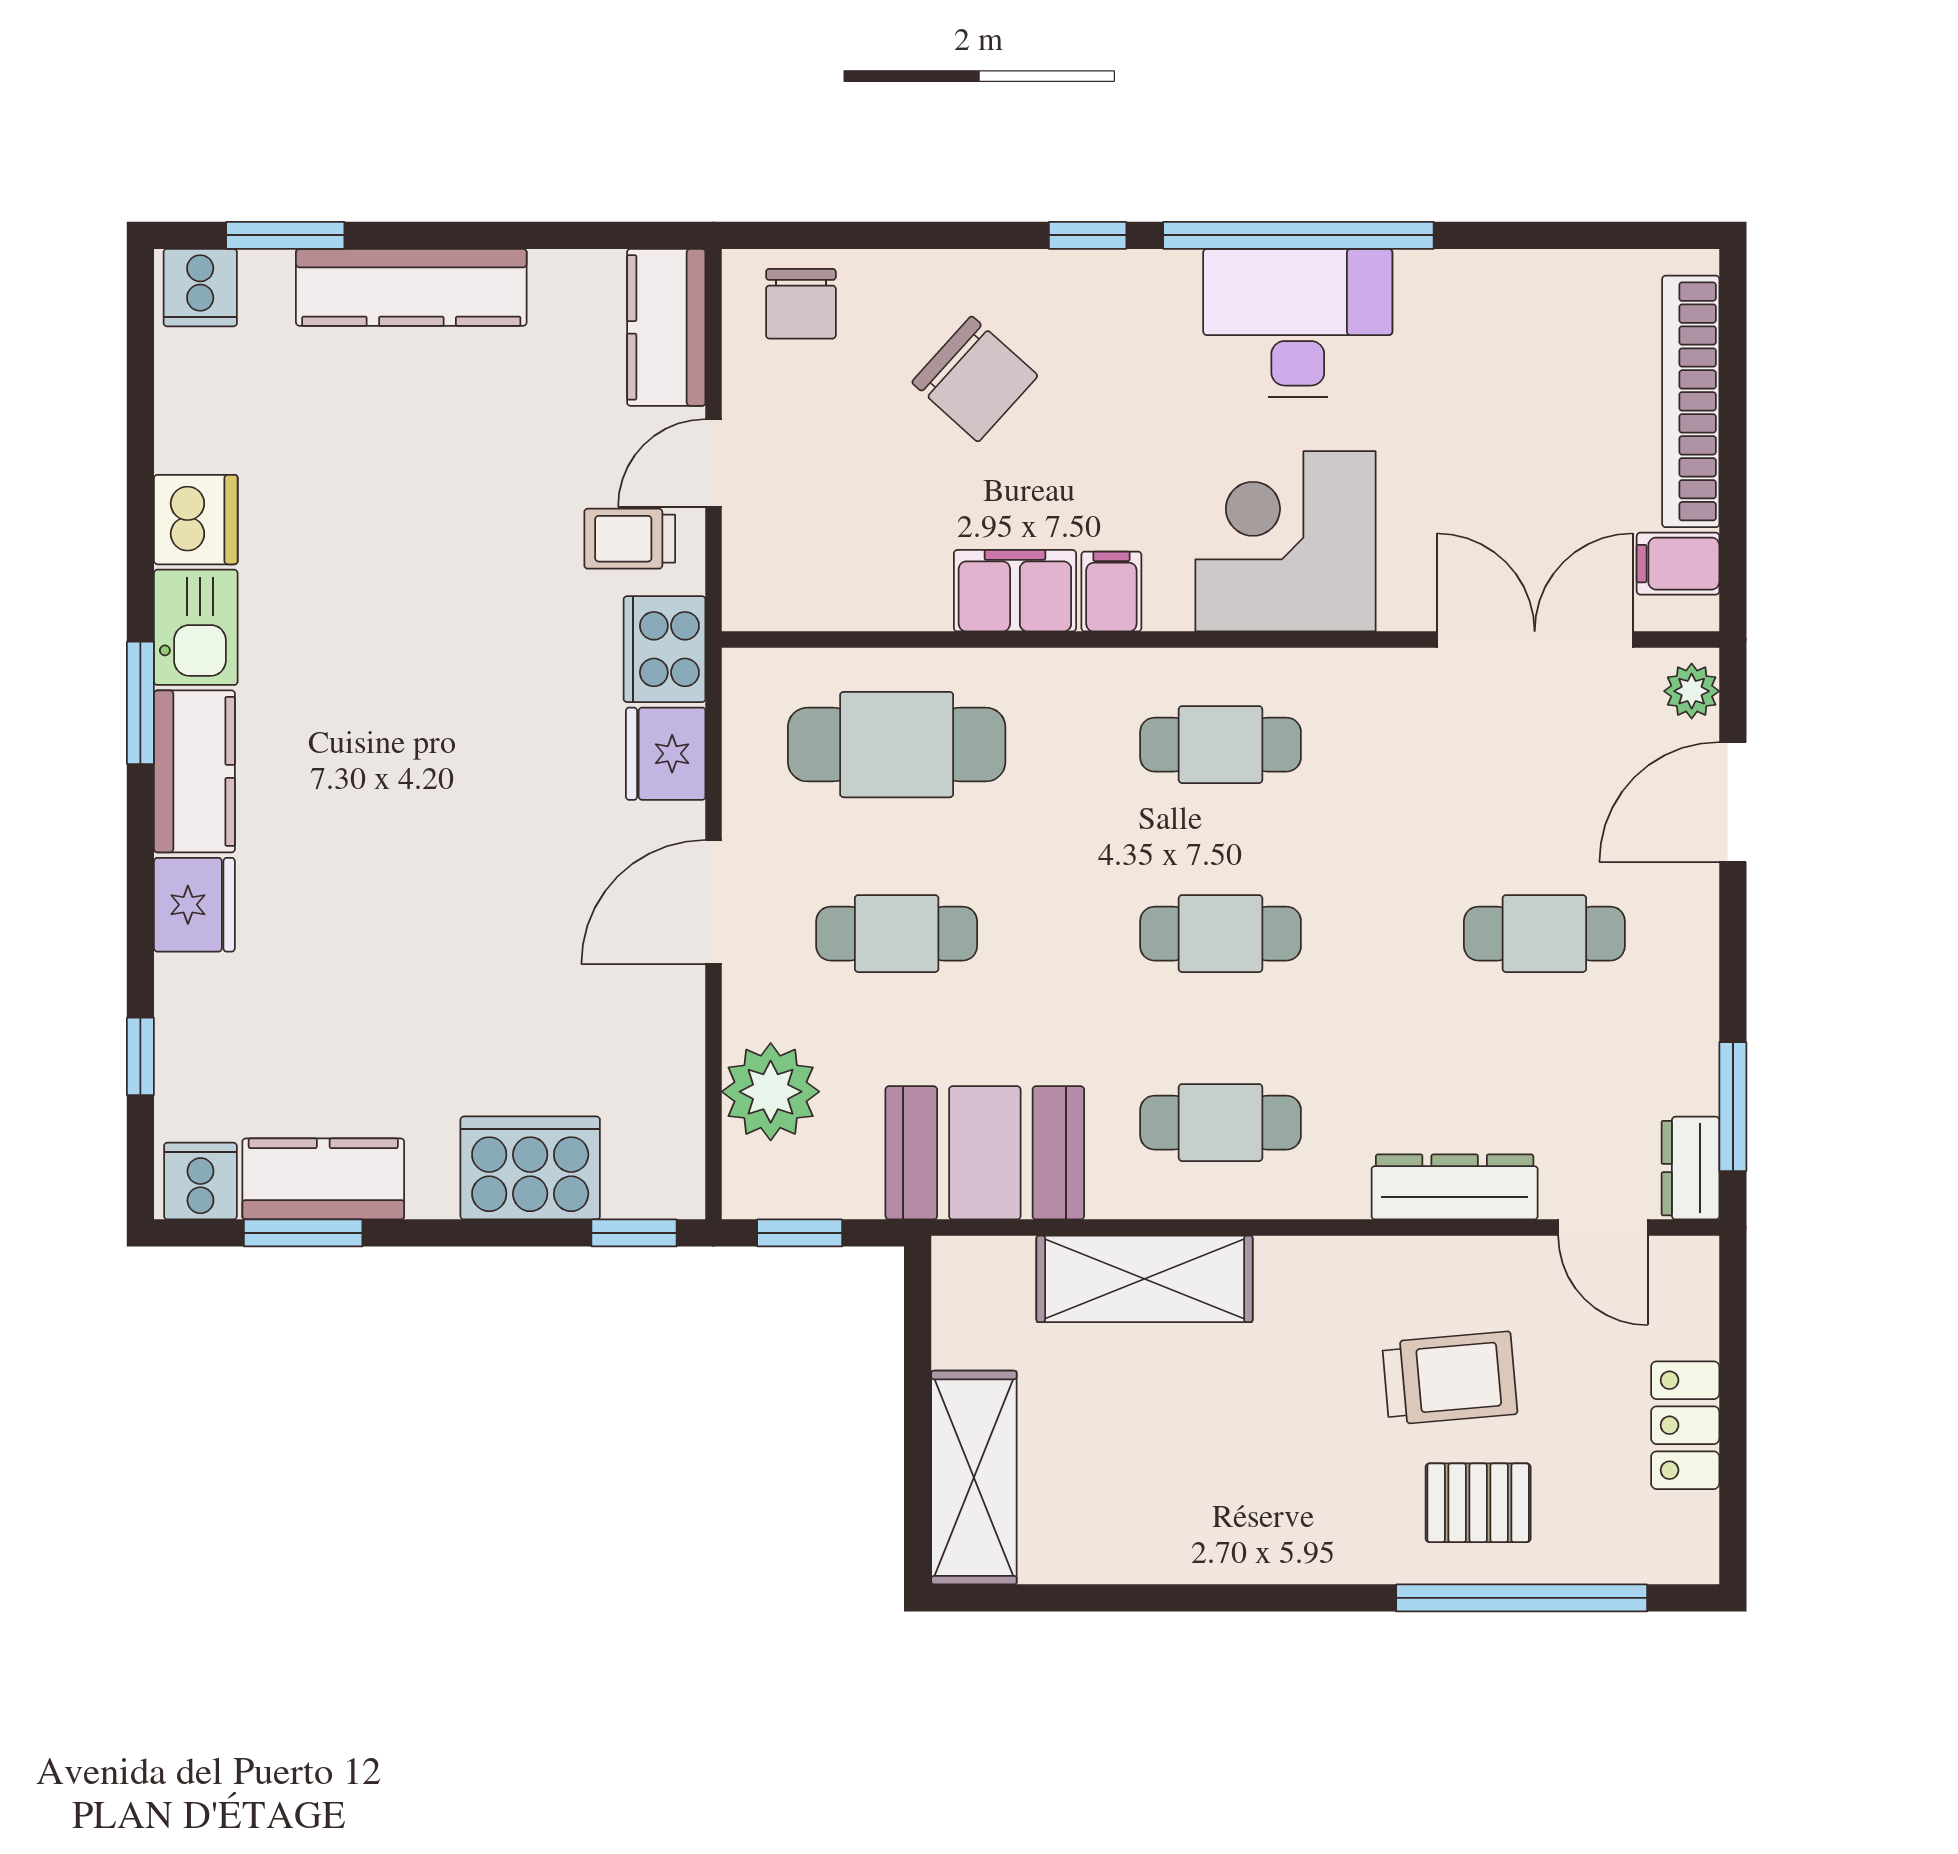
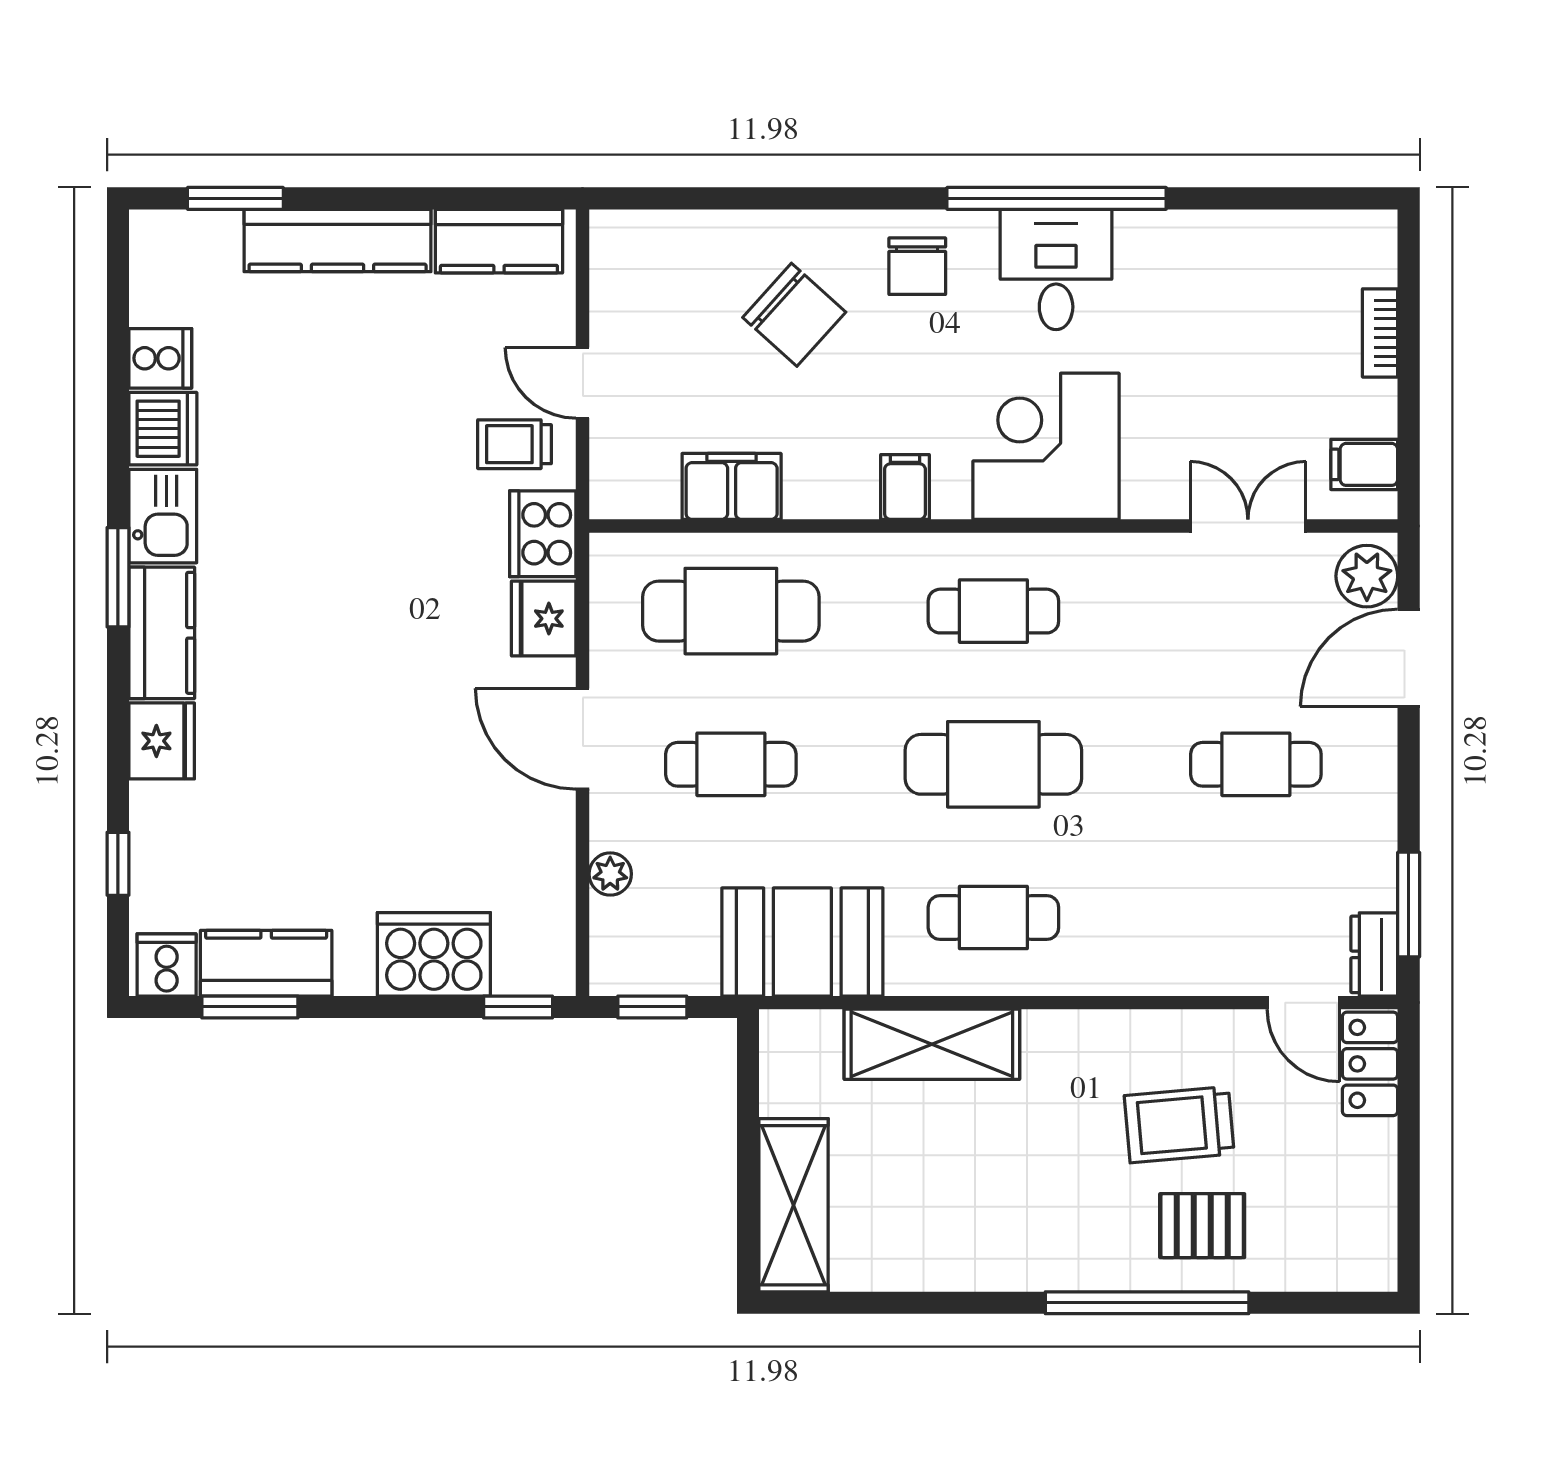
window: (1088, 235) -> (886, 198), removed
cooker: (200, 288) -> (160, 358), moved, turned -90
chair: (801, 304) -> (917, 266), moved
desk: (1298, 323) -> (1056, 270), width x0.73
kitchen counter: (666, 327) -> (499, 241), moved, turned -90
bookcase: (1691, 401) -> (1380, 333), width x0.43, depth x0.76
door: (714, 463) -> (583, 383), hinge flipped
filing cabinet: (1015, 591) -> (732, 486), moved
double door: (1535, 640) -> (1248, 526), width x0.73
plant: (1692, 691) -> (1367, 576), width x1.38, depth x1.38
door: (714, 902) -> (583, 739), hinge flipped
cafe table: (1221, 934) -> (993, 764), width x1.37, depth x1.35
plant: (771, 1092) -> (610, 874), width x0.53, depth x0.53
dresser: (1455, 1187) -> (1183, 970), removed
trolley: (1450, 1378) -> (1179, 1125), turned 180
locker: (1685, 1425) -> (1370, 1064), moved
window: (1522, 1598) -> (1147, 1303), moved

